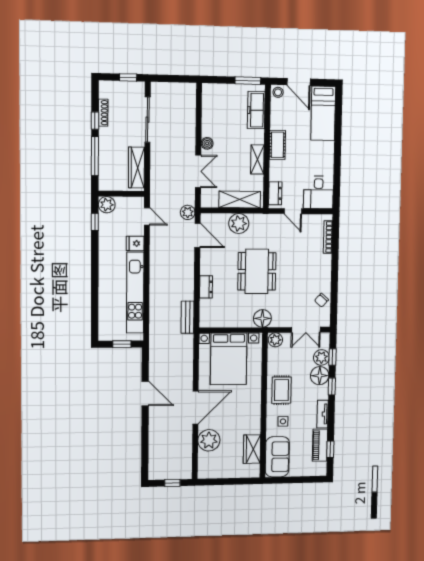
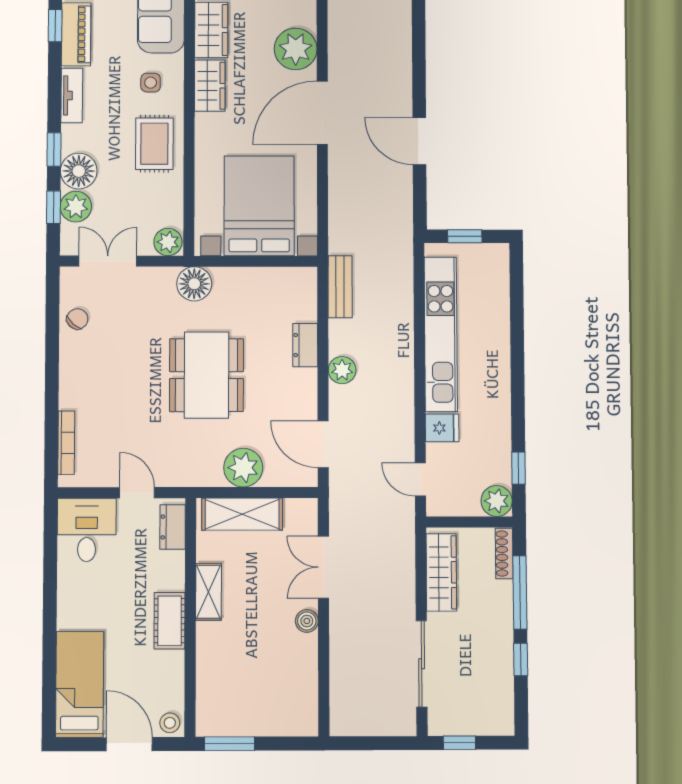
freezer: (256, 110) -> (212, 687), removed
shoe rack: (103, 113) -> (504, 553), moved
plant: (188, 212) -> (342, 370), moved
wardrobe: (253, 420) -> (210, 86), added

